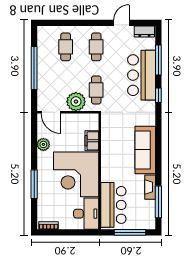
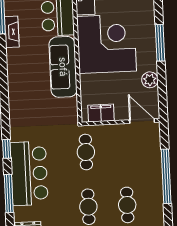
plant: (76, 102) -> (111, 136), removed
filing cabinet: (92, 141) -> (101, 113), moved, turned -90
sofa: (145, 150) -> (63, 67), moved, turned 180
window: (34, 184) -> (160, 43), moved

